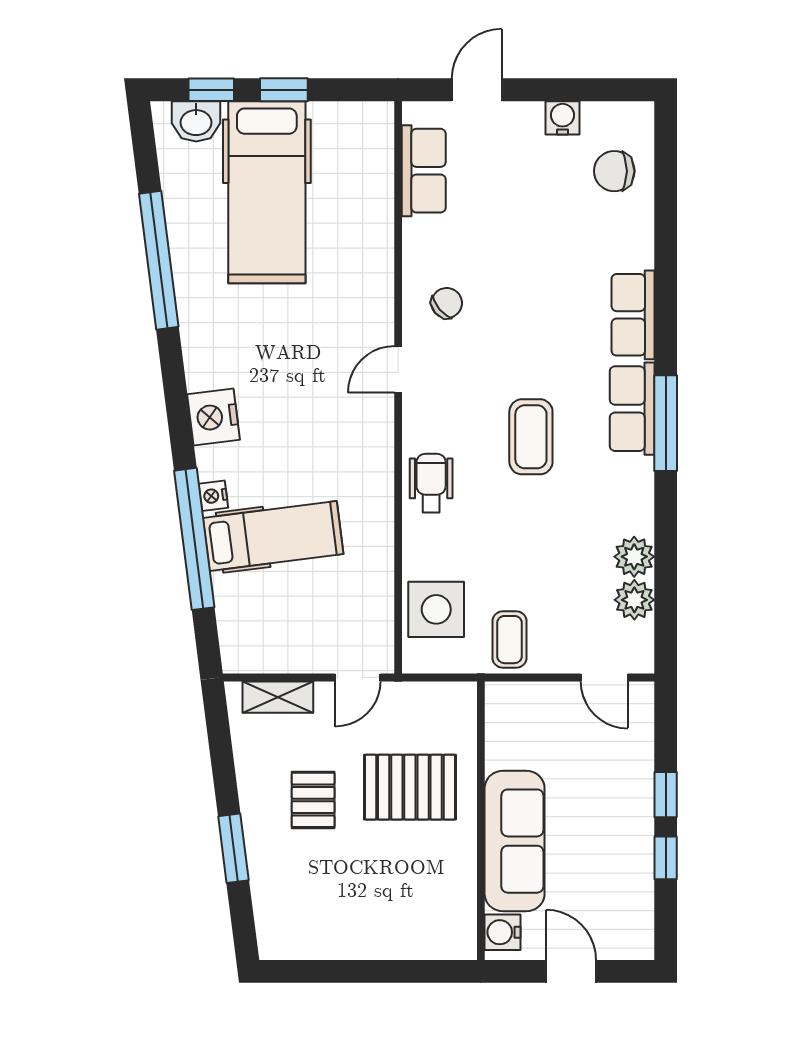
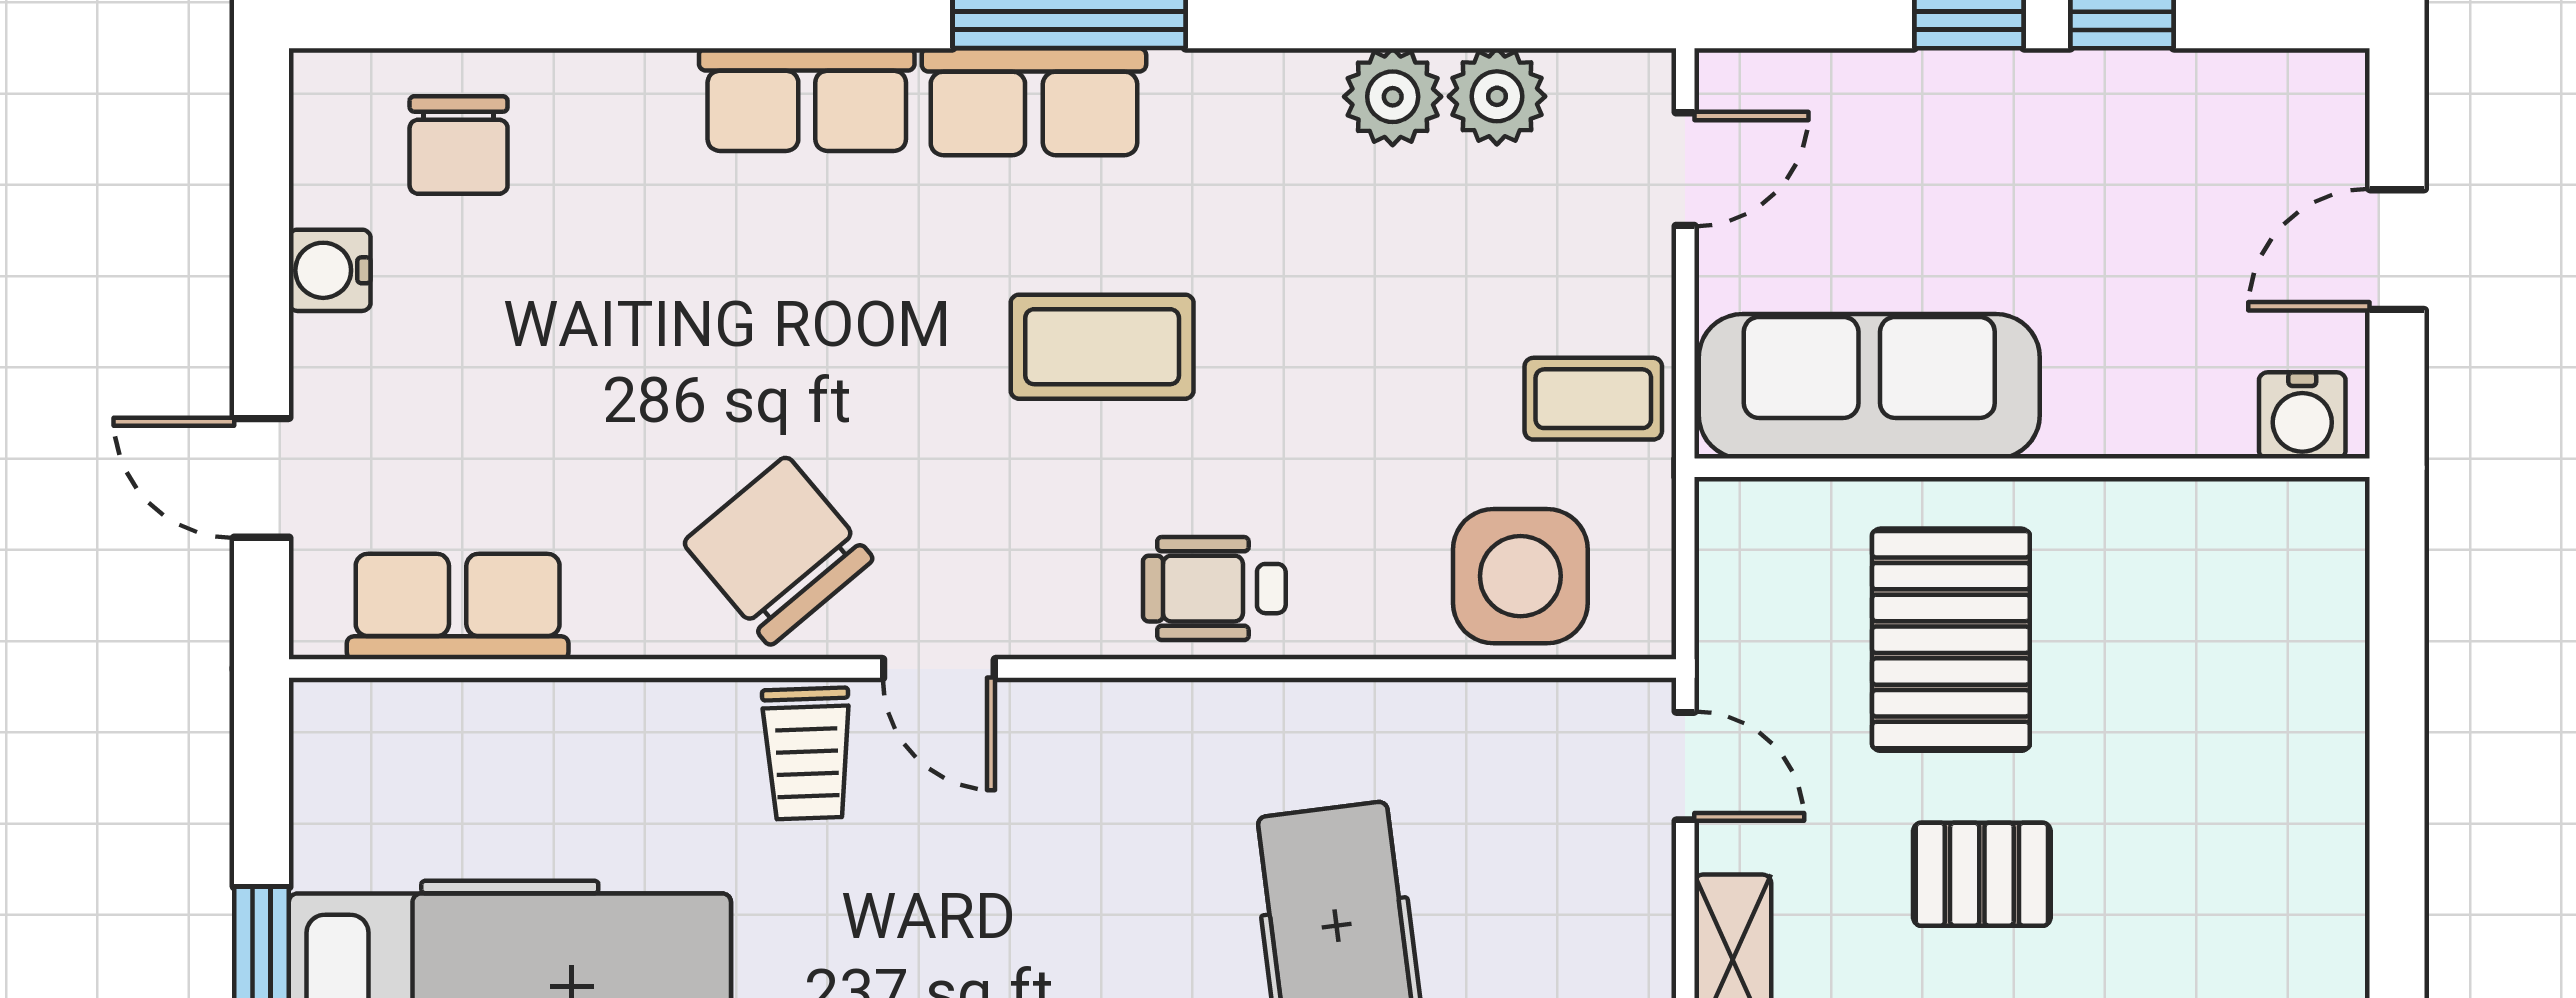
chair: (447, 303) -> (778, 551), width x1.87, depth x1.87
trolley: (363, 315) -> (807, 754), added
sofa: (515, 841) -> (1869, 386), moved

